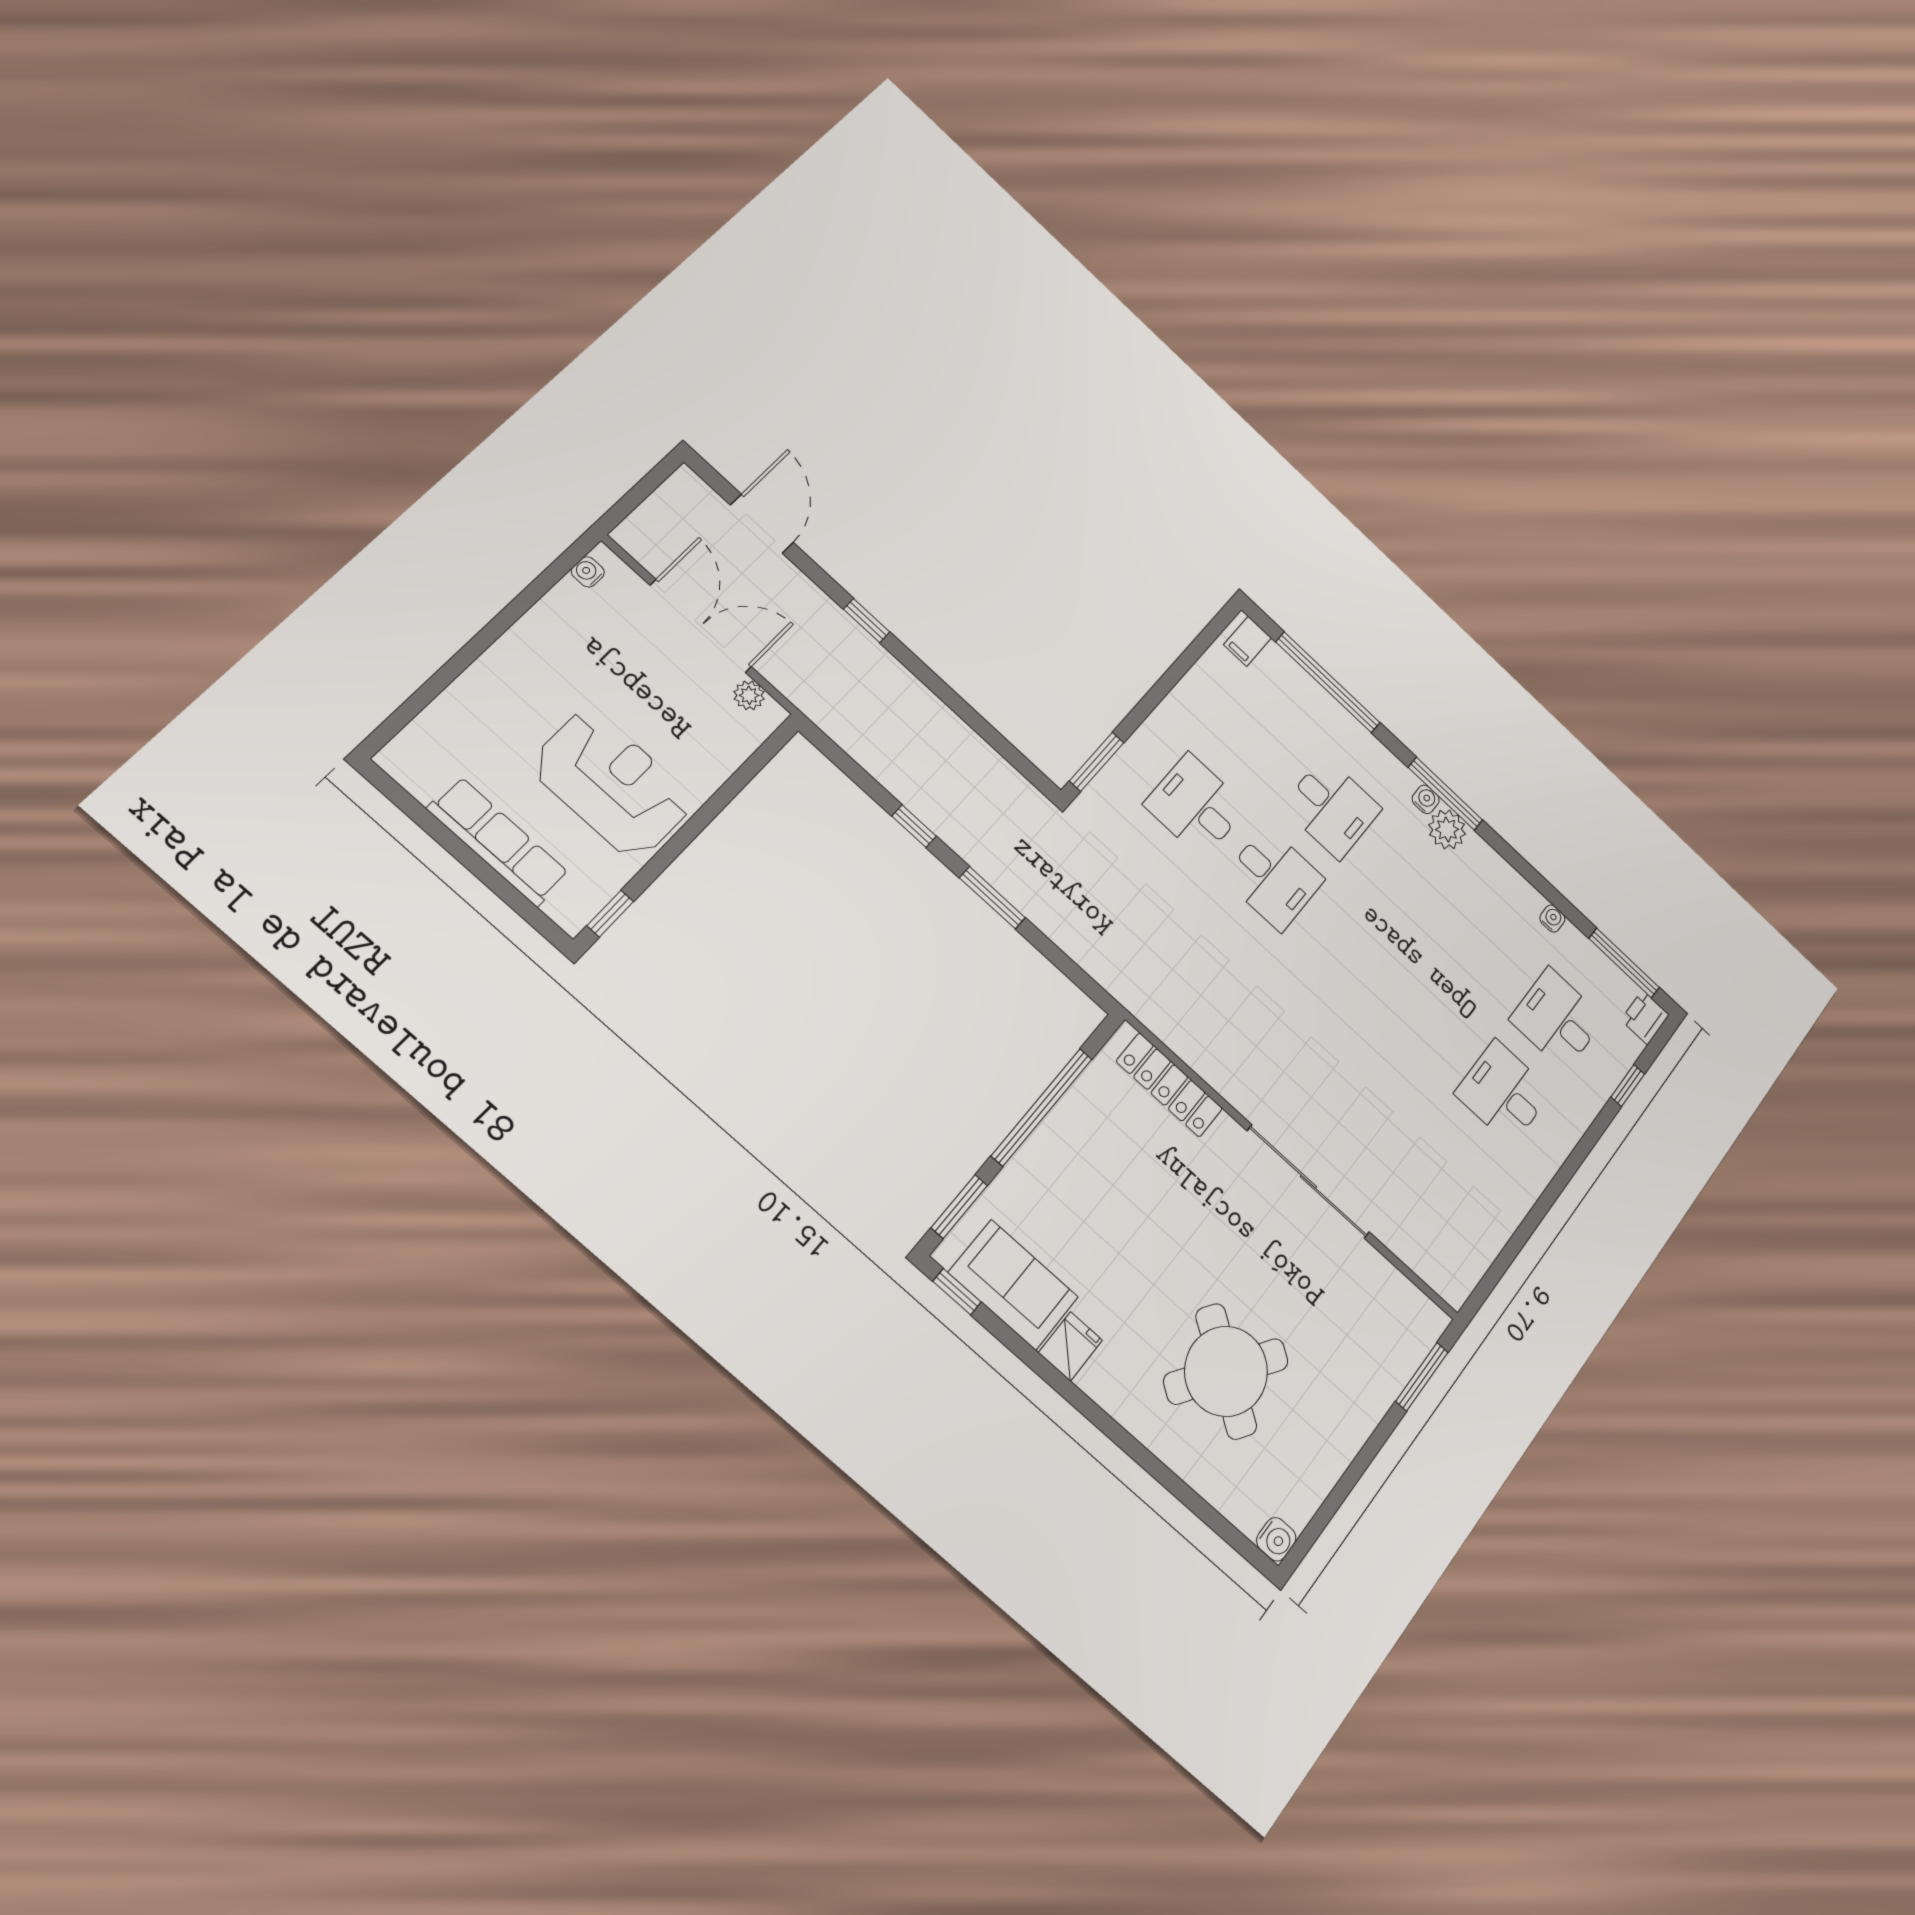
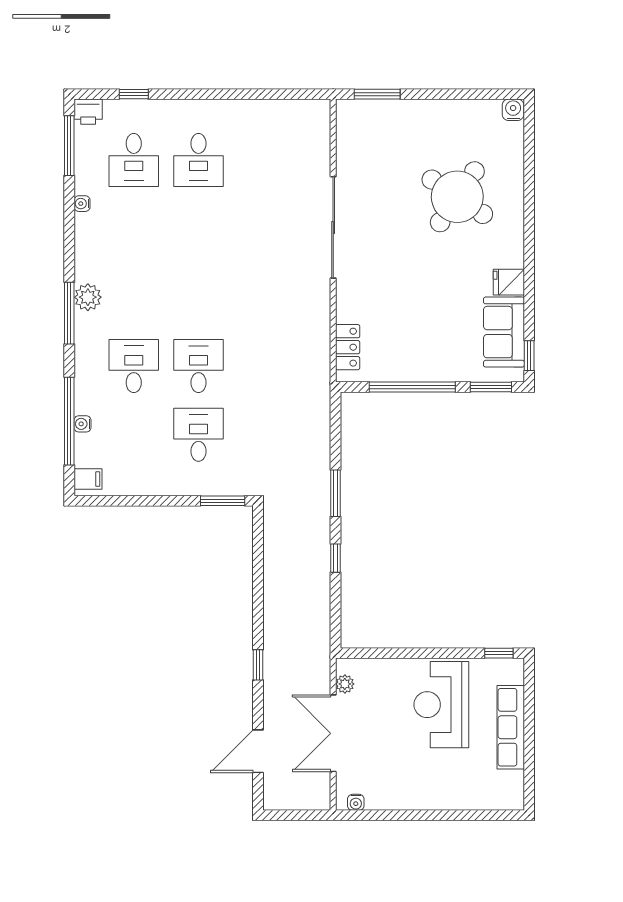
water cooler: (1426, 799) -> (82, 424), moved
desk: (1196, 806) -> (198, 435), turned 180
locker: (1169, 1085) -> (348, 347), width x0.66

